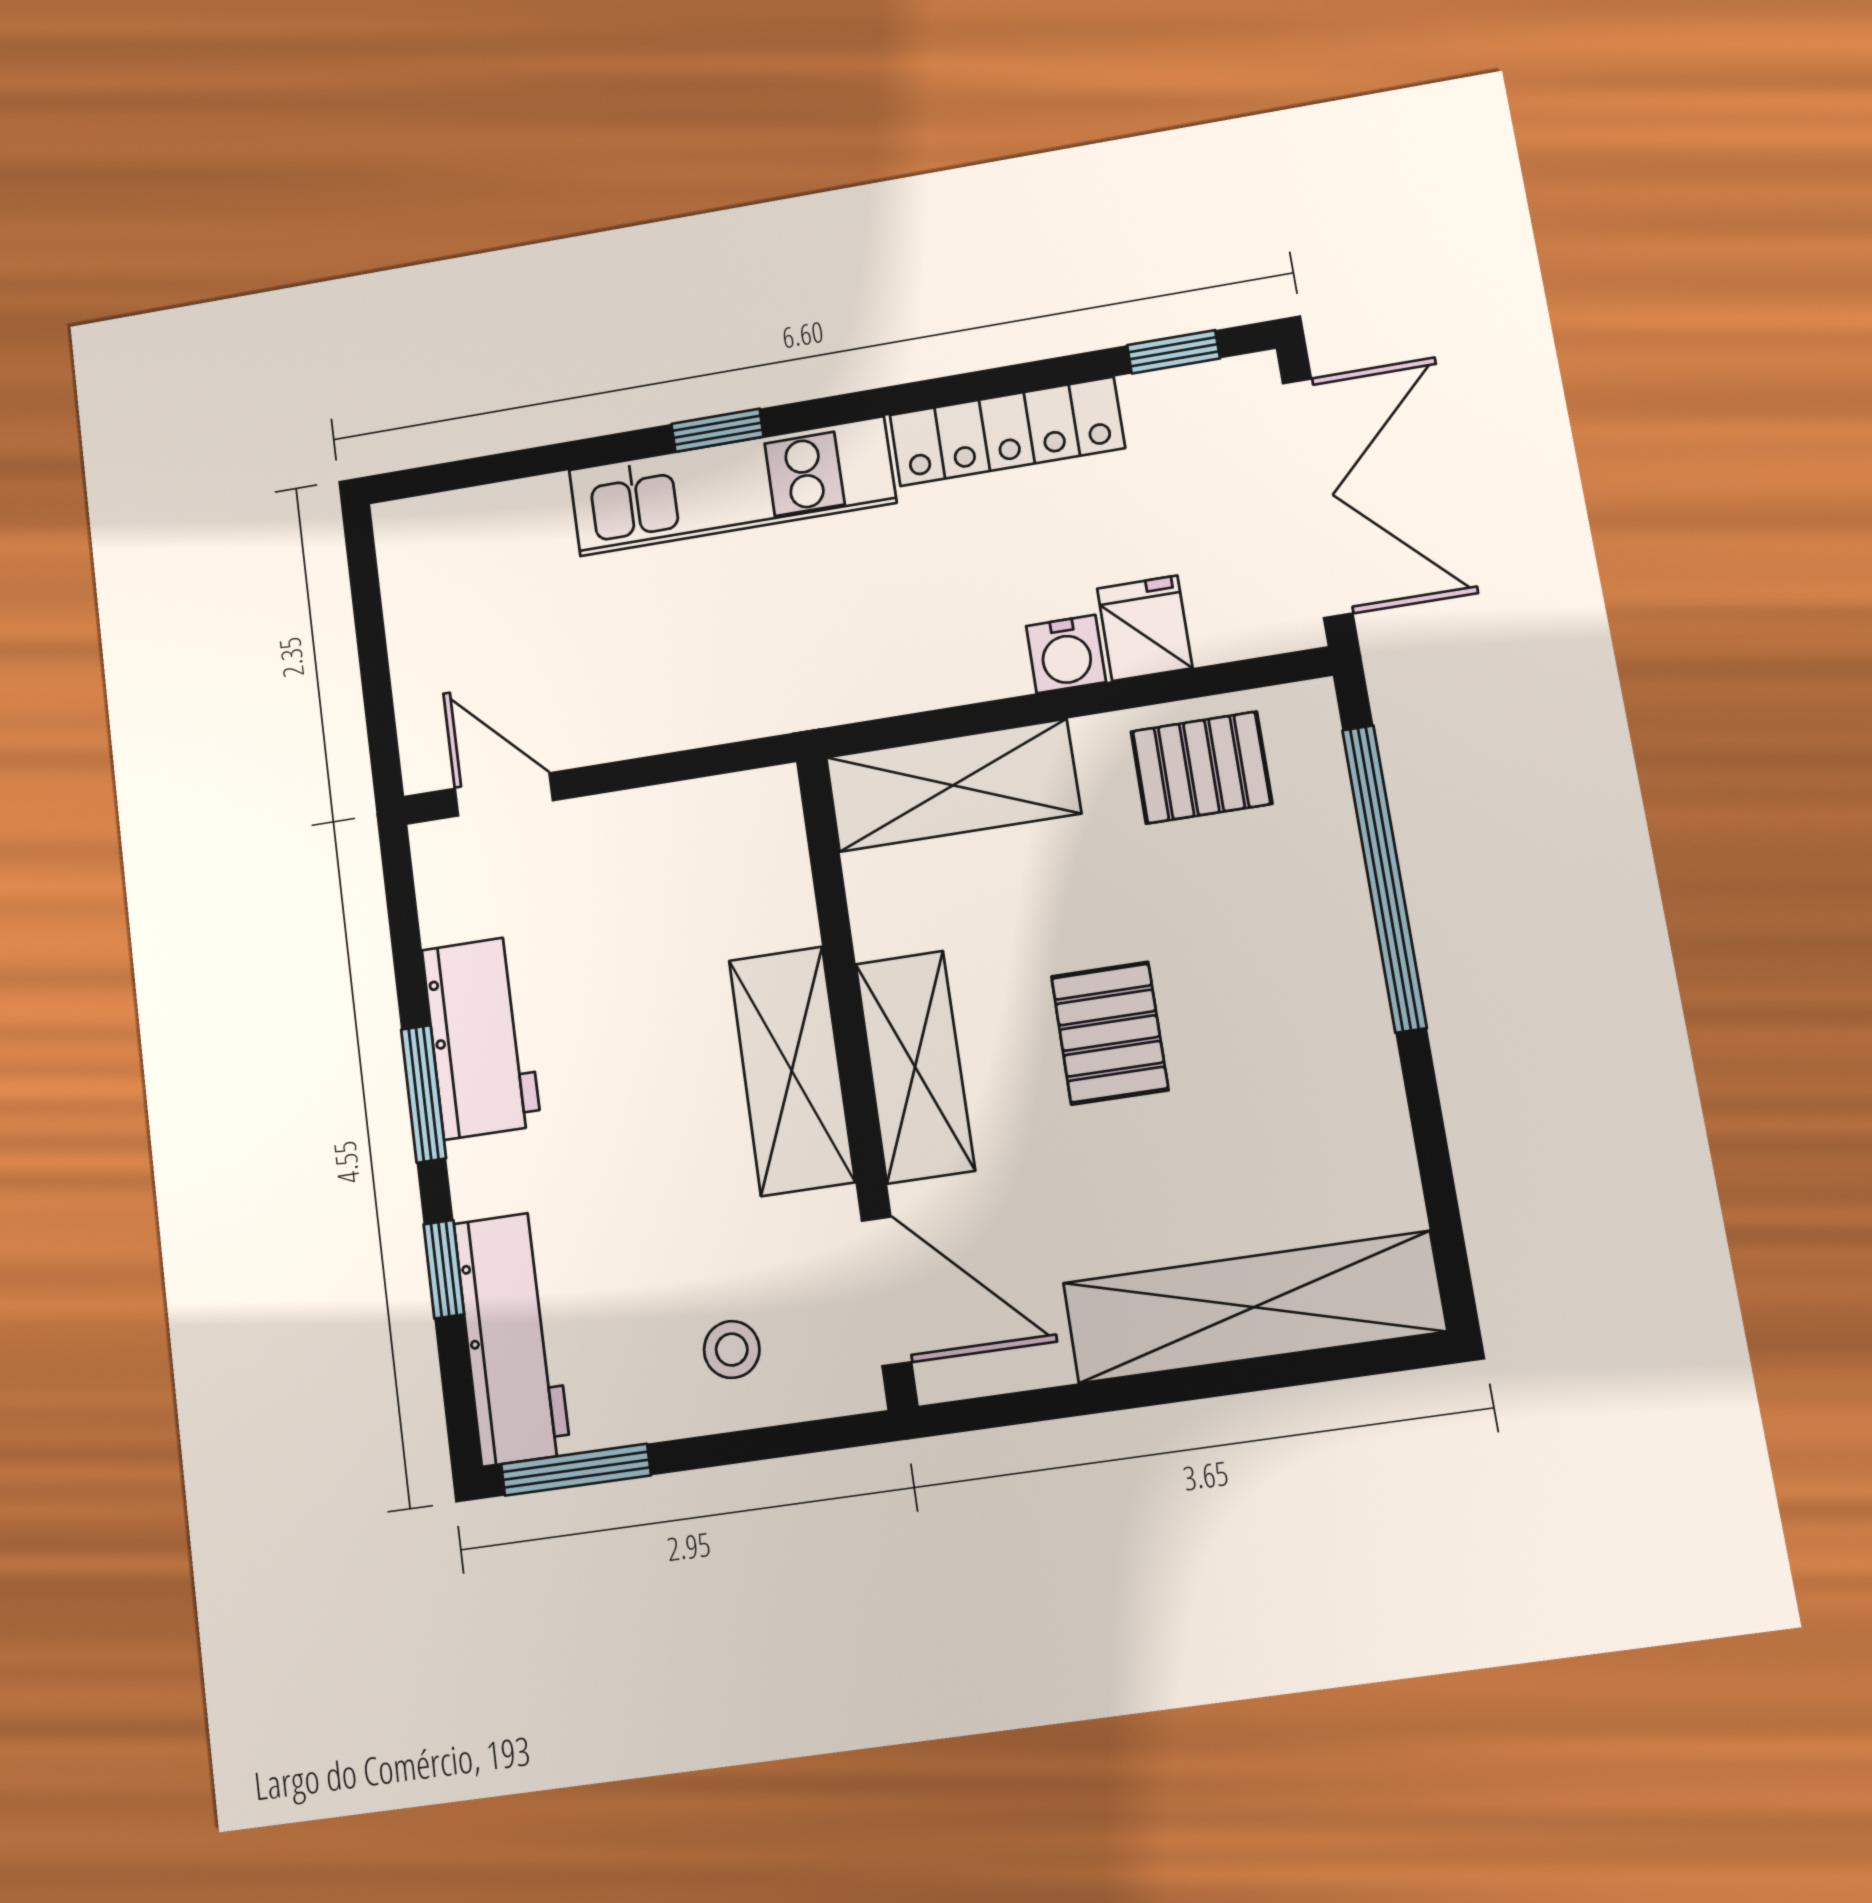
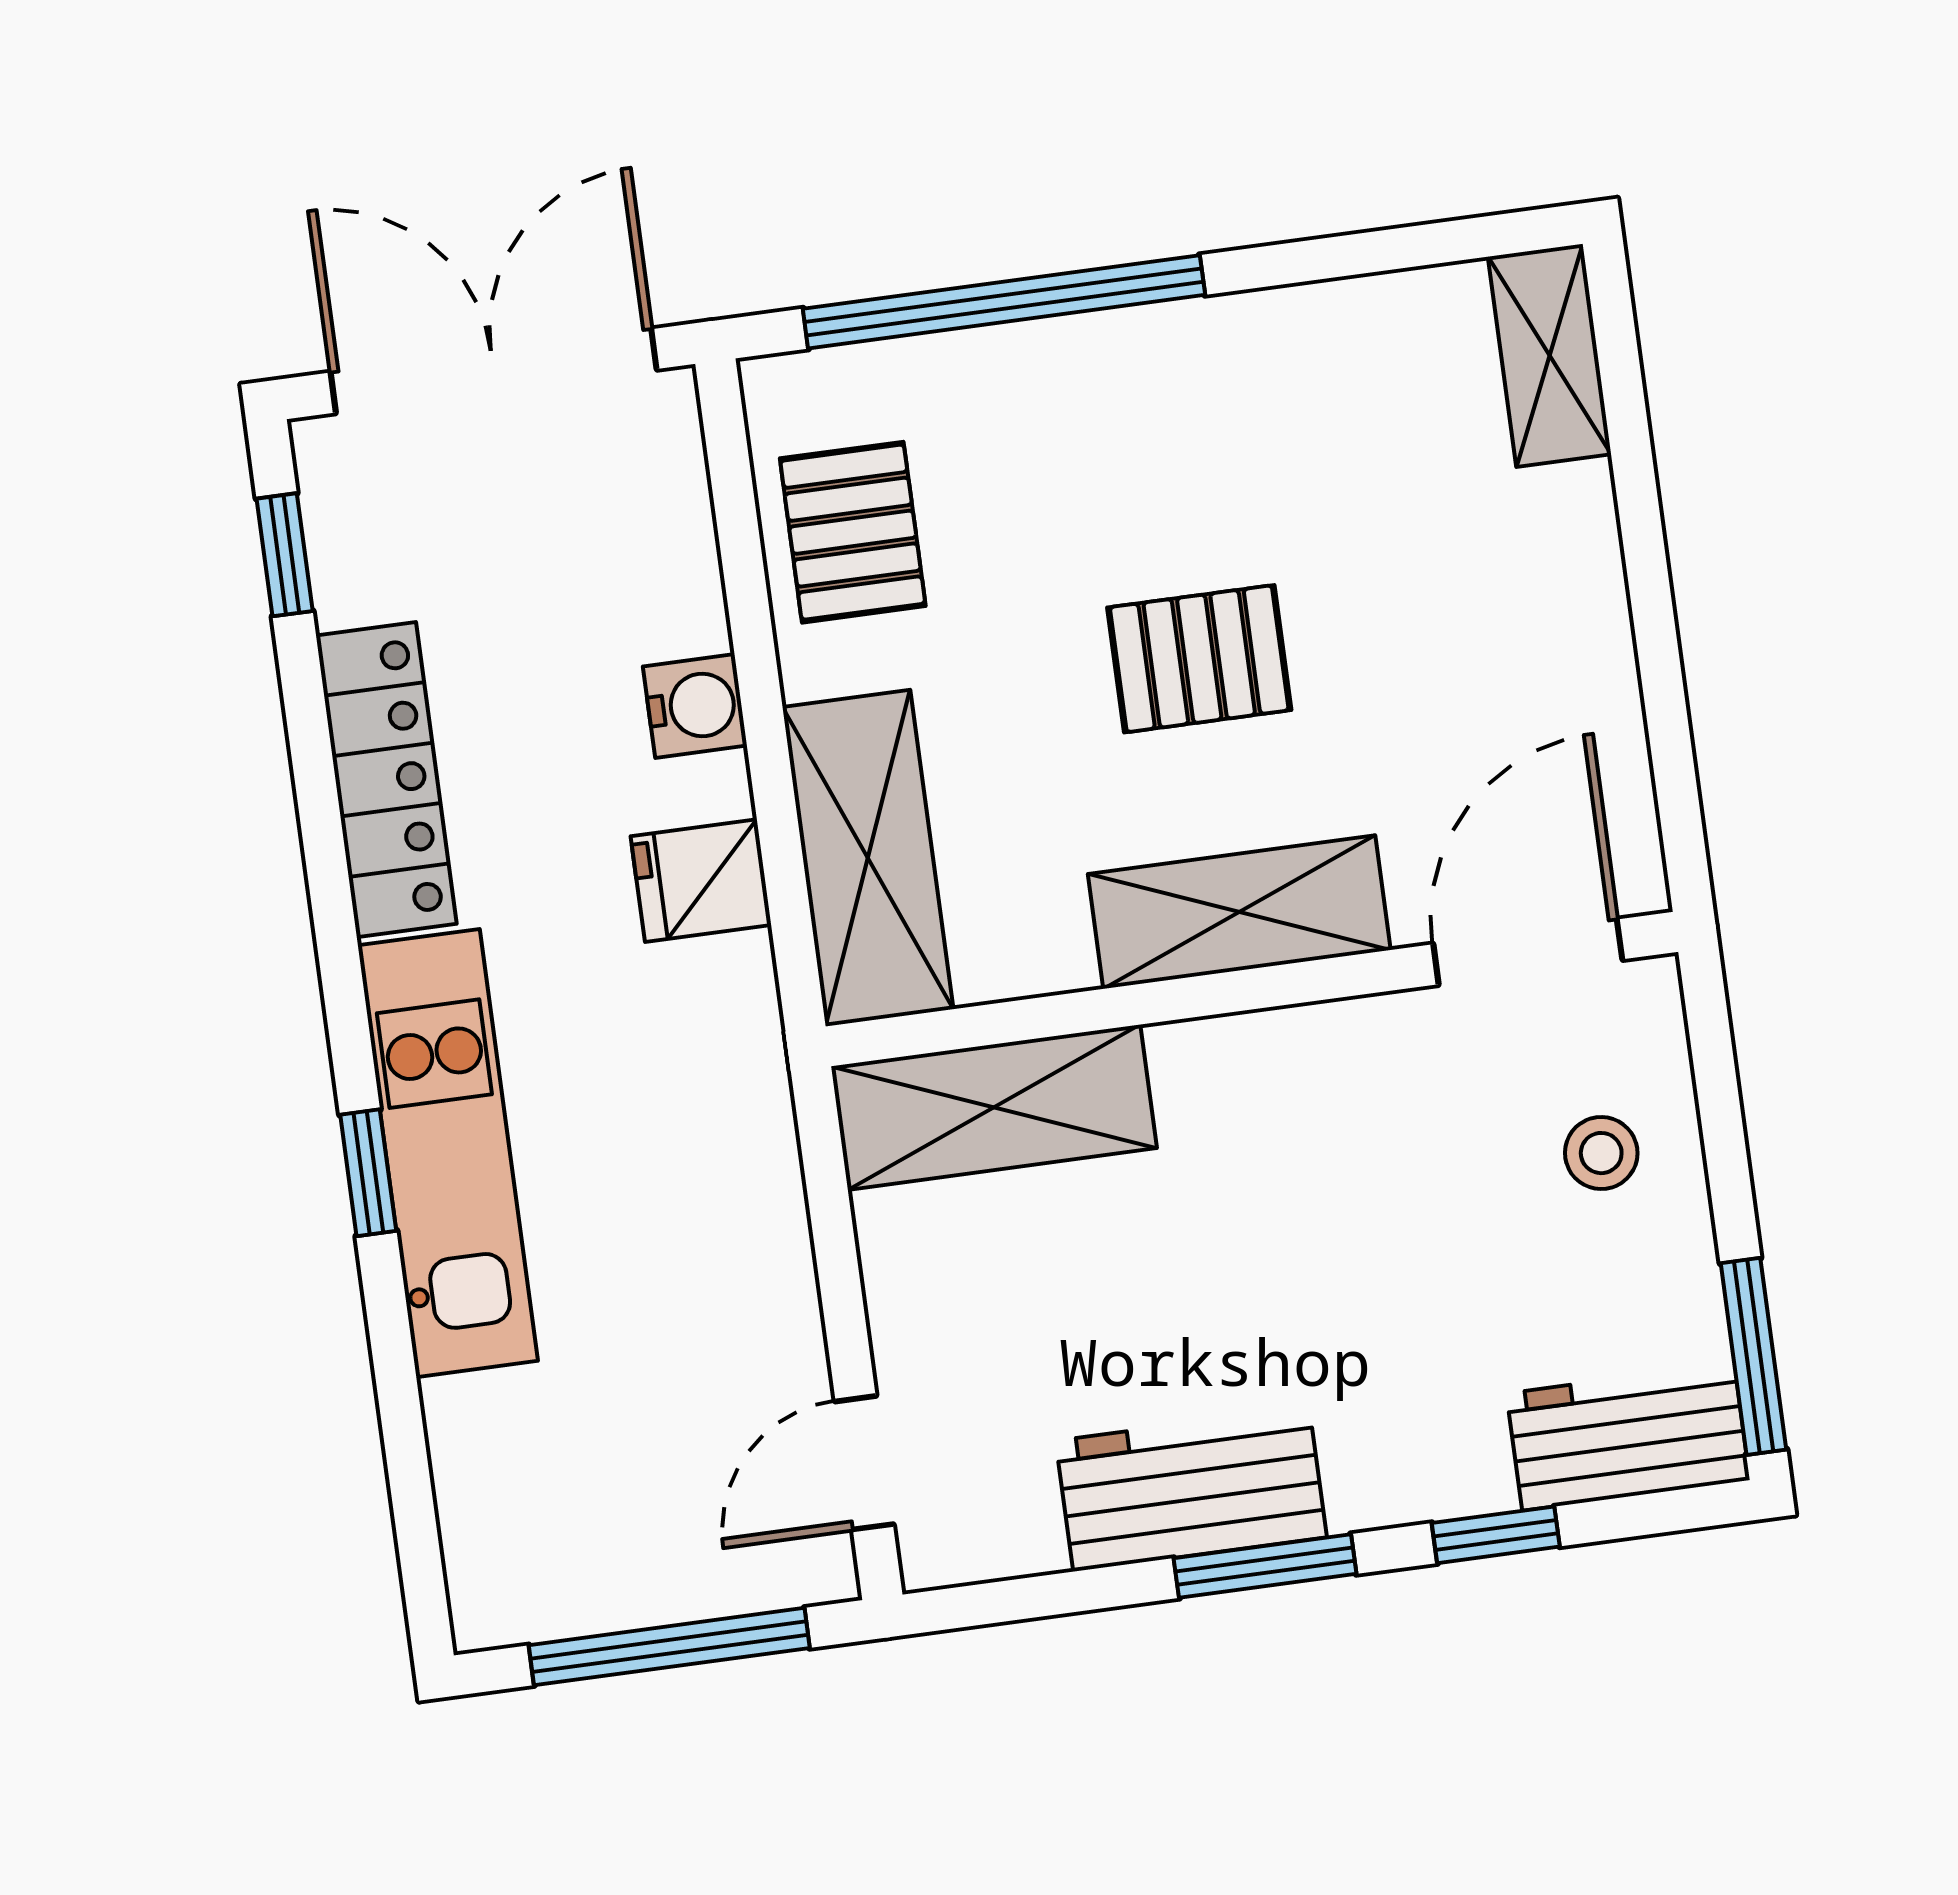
fridge: (1145, 628) -> (701, 881), moved
window: (373, 657) -> (669, 1647), added
shelving: (792, 1071) -> (994, 1107), moved
shelving: (1254, 1307) -> (1550, 356), width x0.45, depth x0.75
workbench: (512, 1338) -> (1628, 1437), width x0.73

